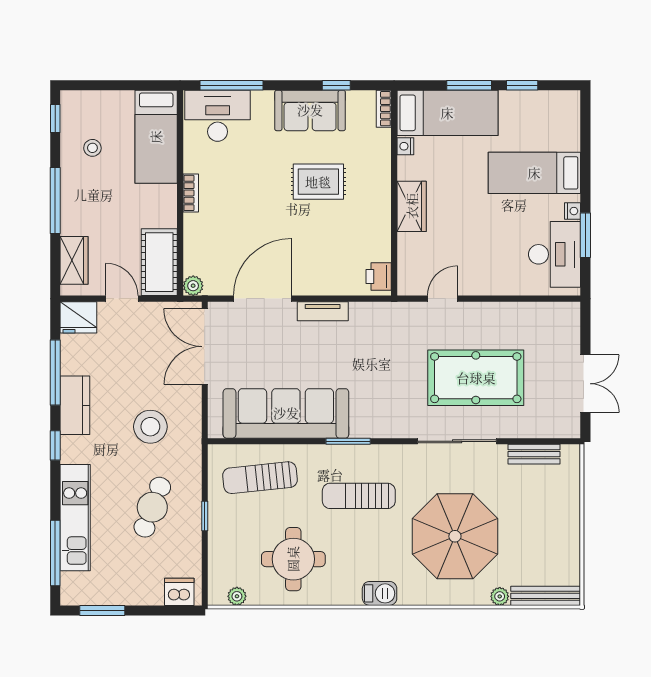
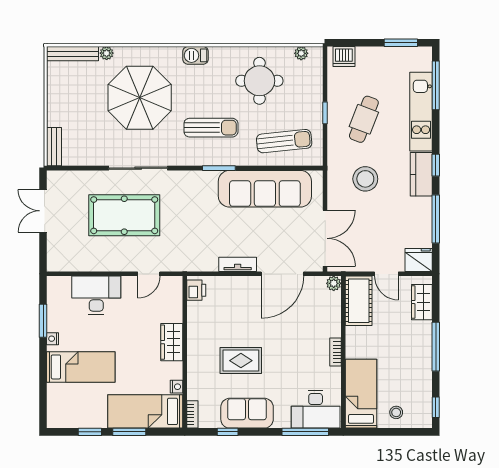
stool: (92, 148) -> (396, 412), moved
desk: (555, 254) -> (96, 295), moved, turned 90
kitchen counter: (75, 405) -> (421, 174), moved
bench: (534, 454) -> (54, 147), moved, turned 90

